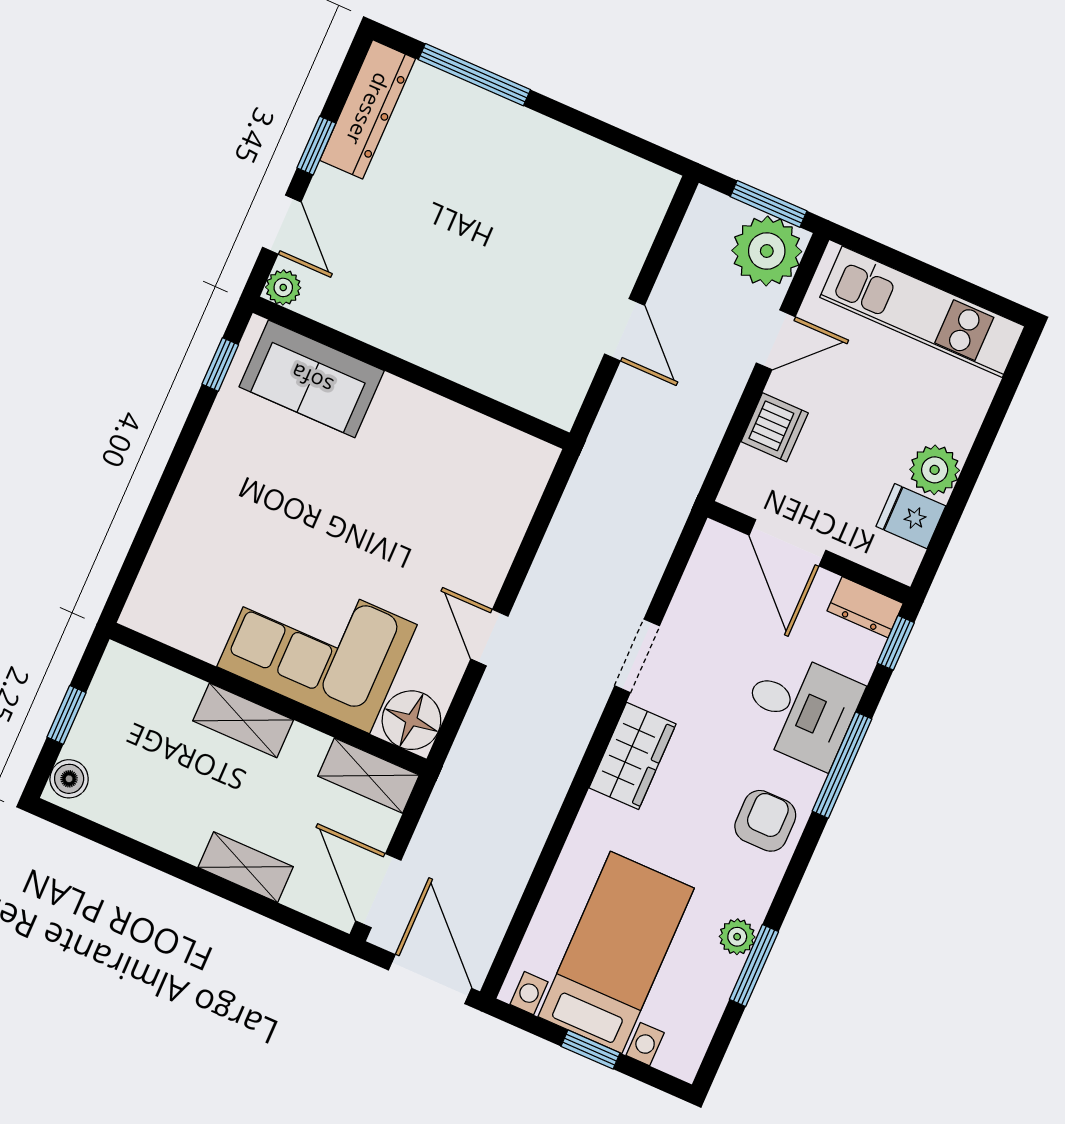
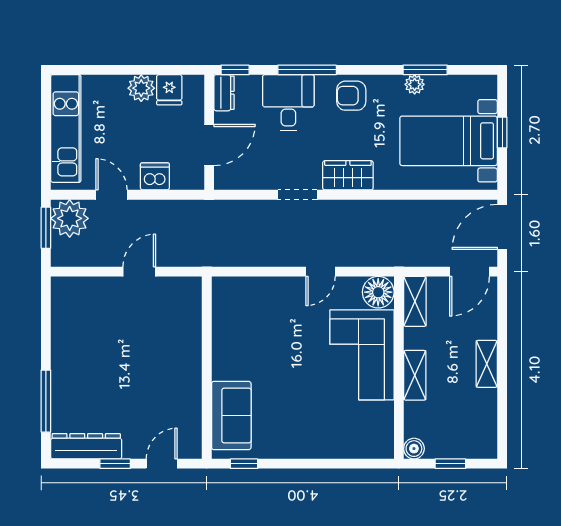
plant: (283, 287) -> (192, 449), removed
boiler: (69, 779) -> (414, 449), moved
shelving: (246, 867) -> (487, 364), moved

